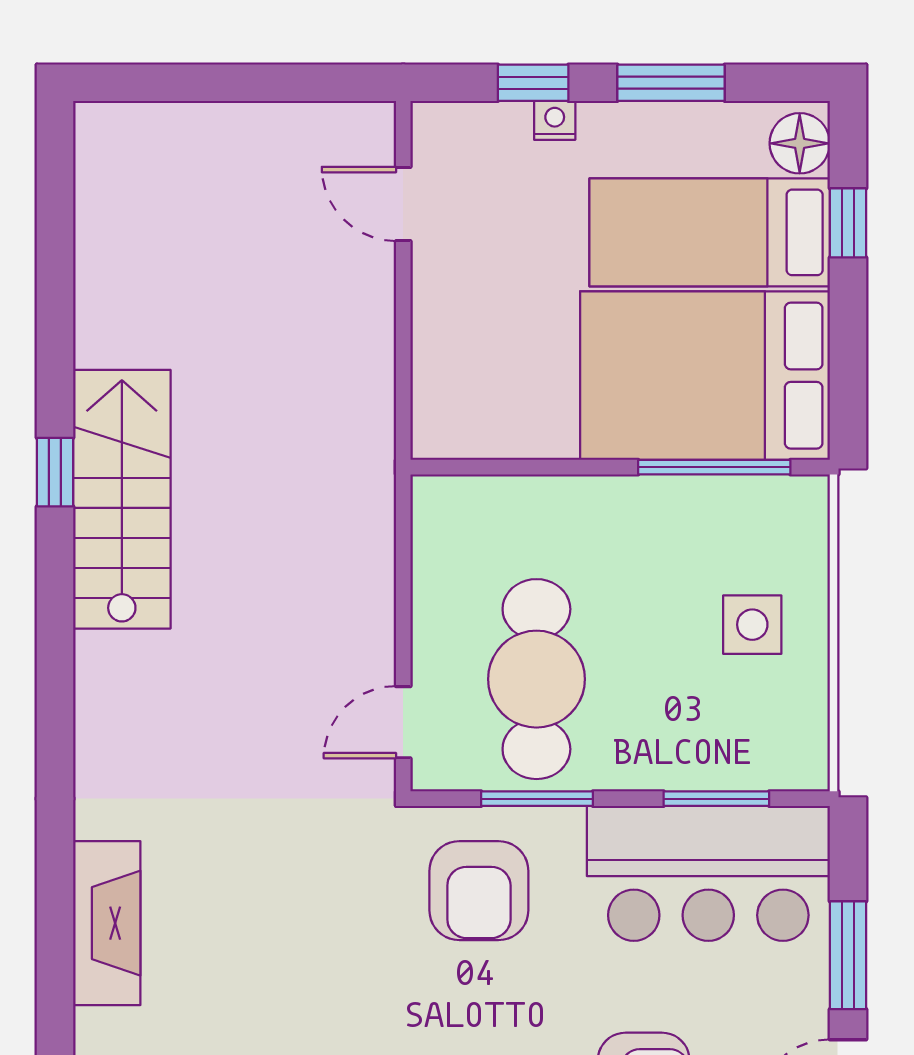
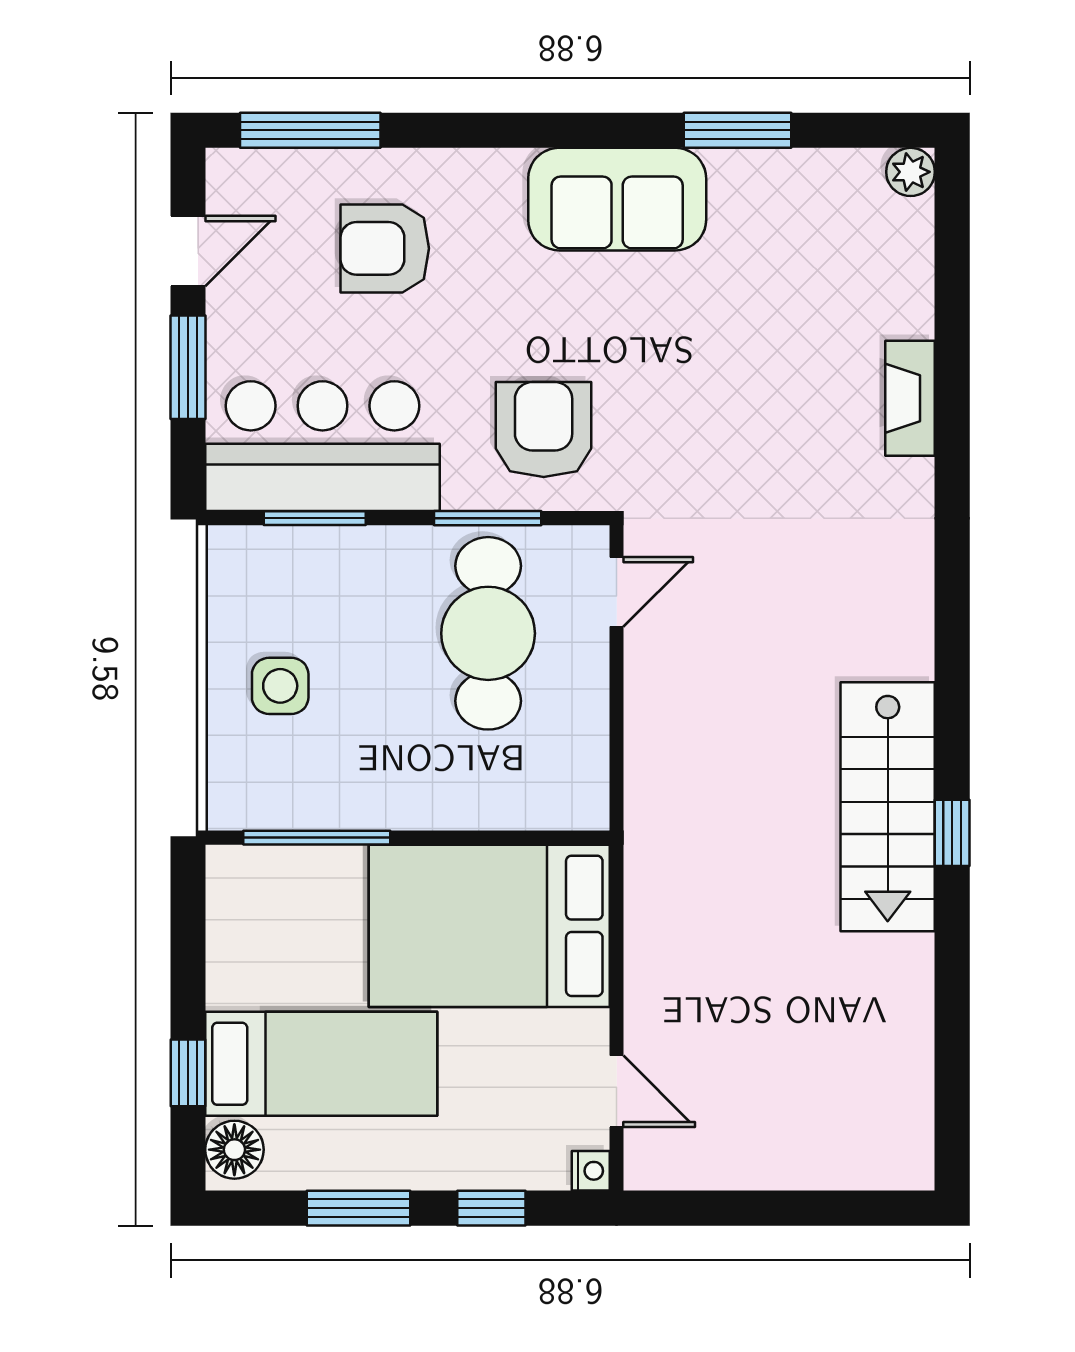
nightstand: (555, 120) -> (591, 1171), moved, turned -90
bed: (705, 376) -> (489, 926), moved, turned 180
fireplace: (107, 923) -> (910, 398), width x0.73, depth x0.76

